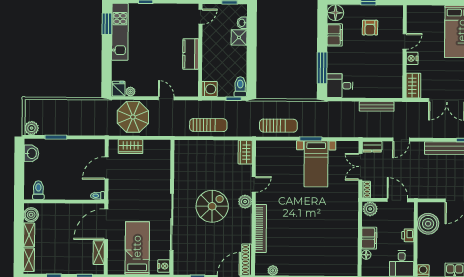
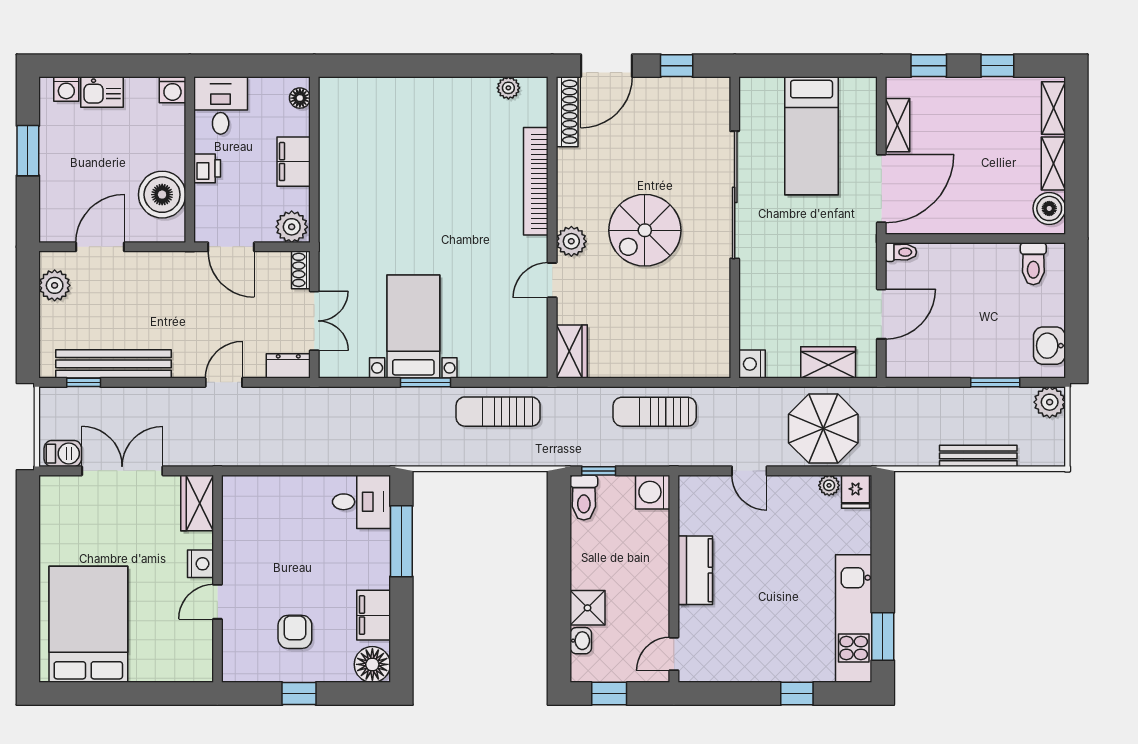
bench: (377, 106) -> (978, 456), moved
floor lamp: (366, 255) -> (300, 98), moved
nightstand: (164, 266) -> (752, 364), moved

